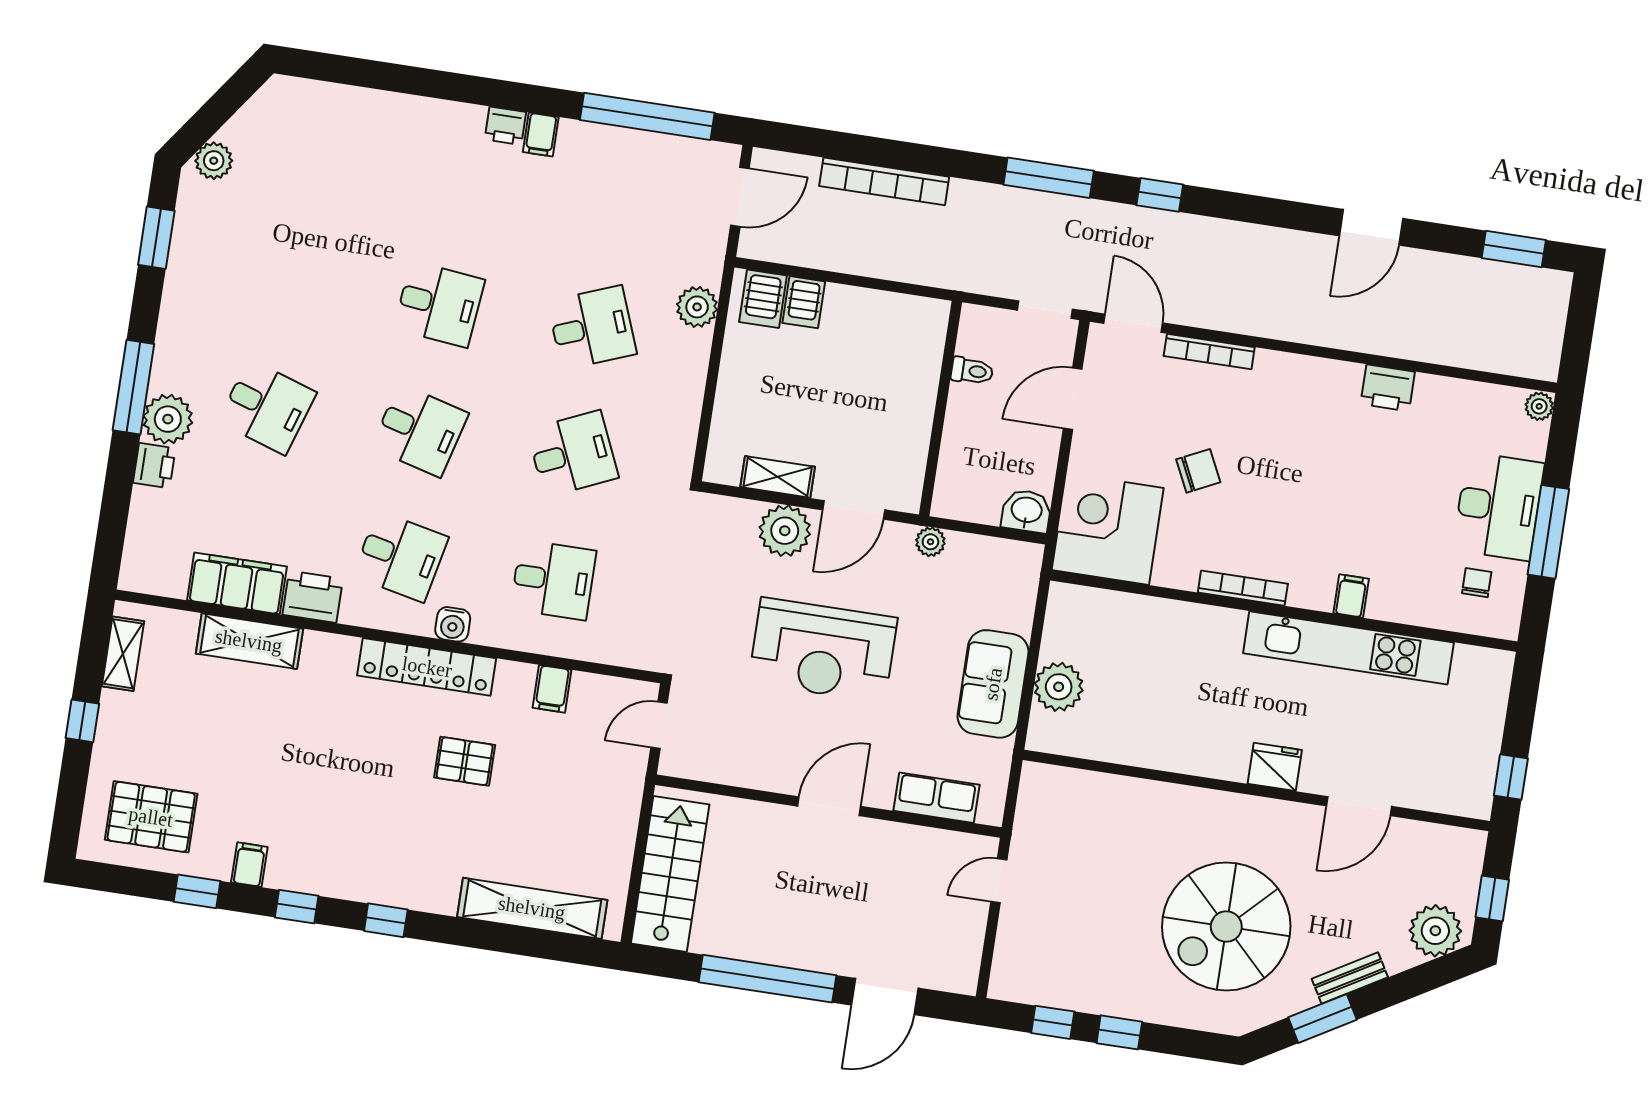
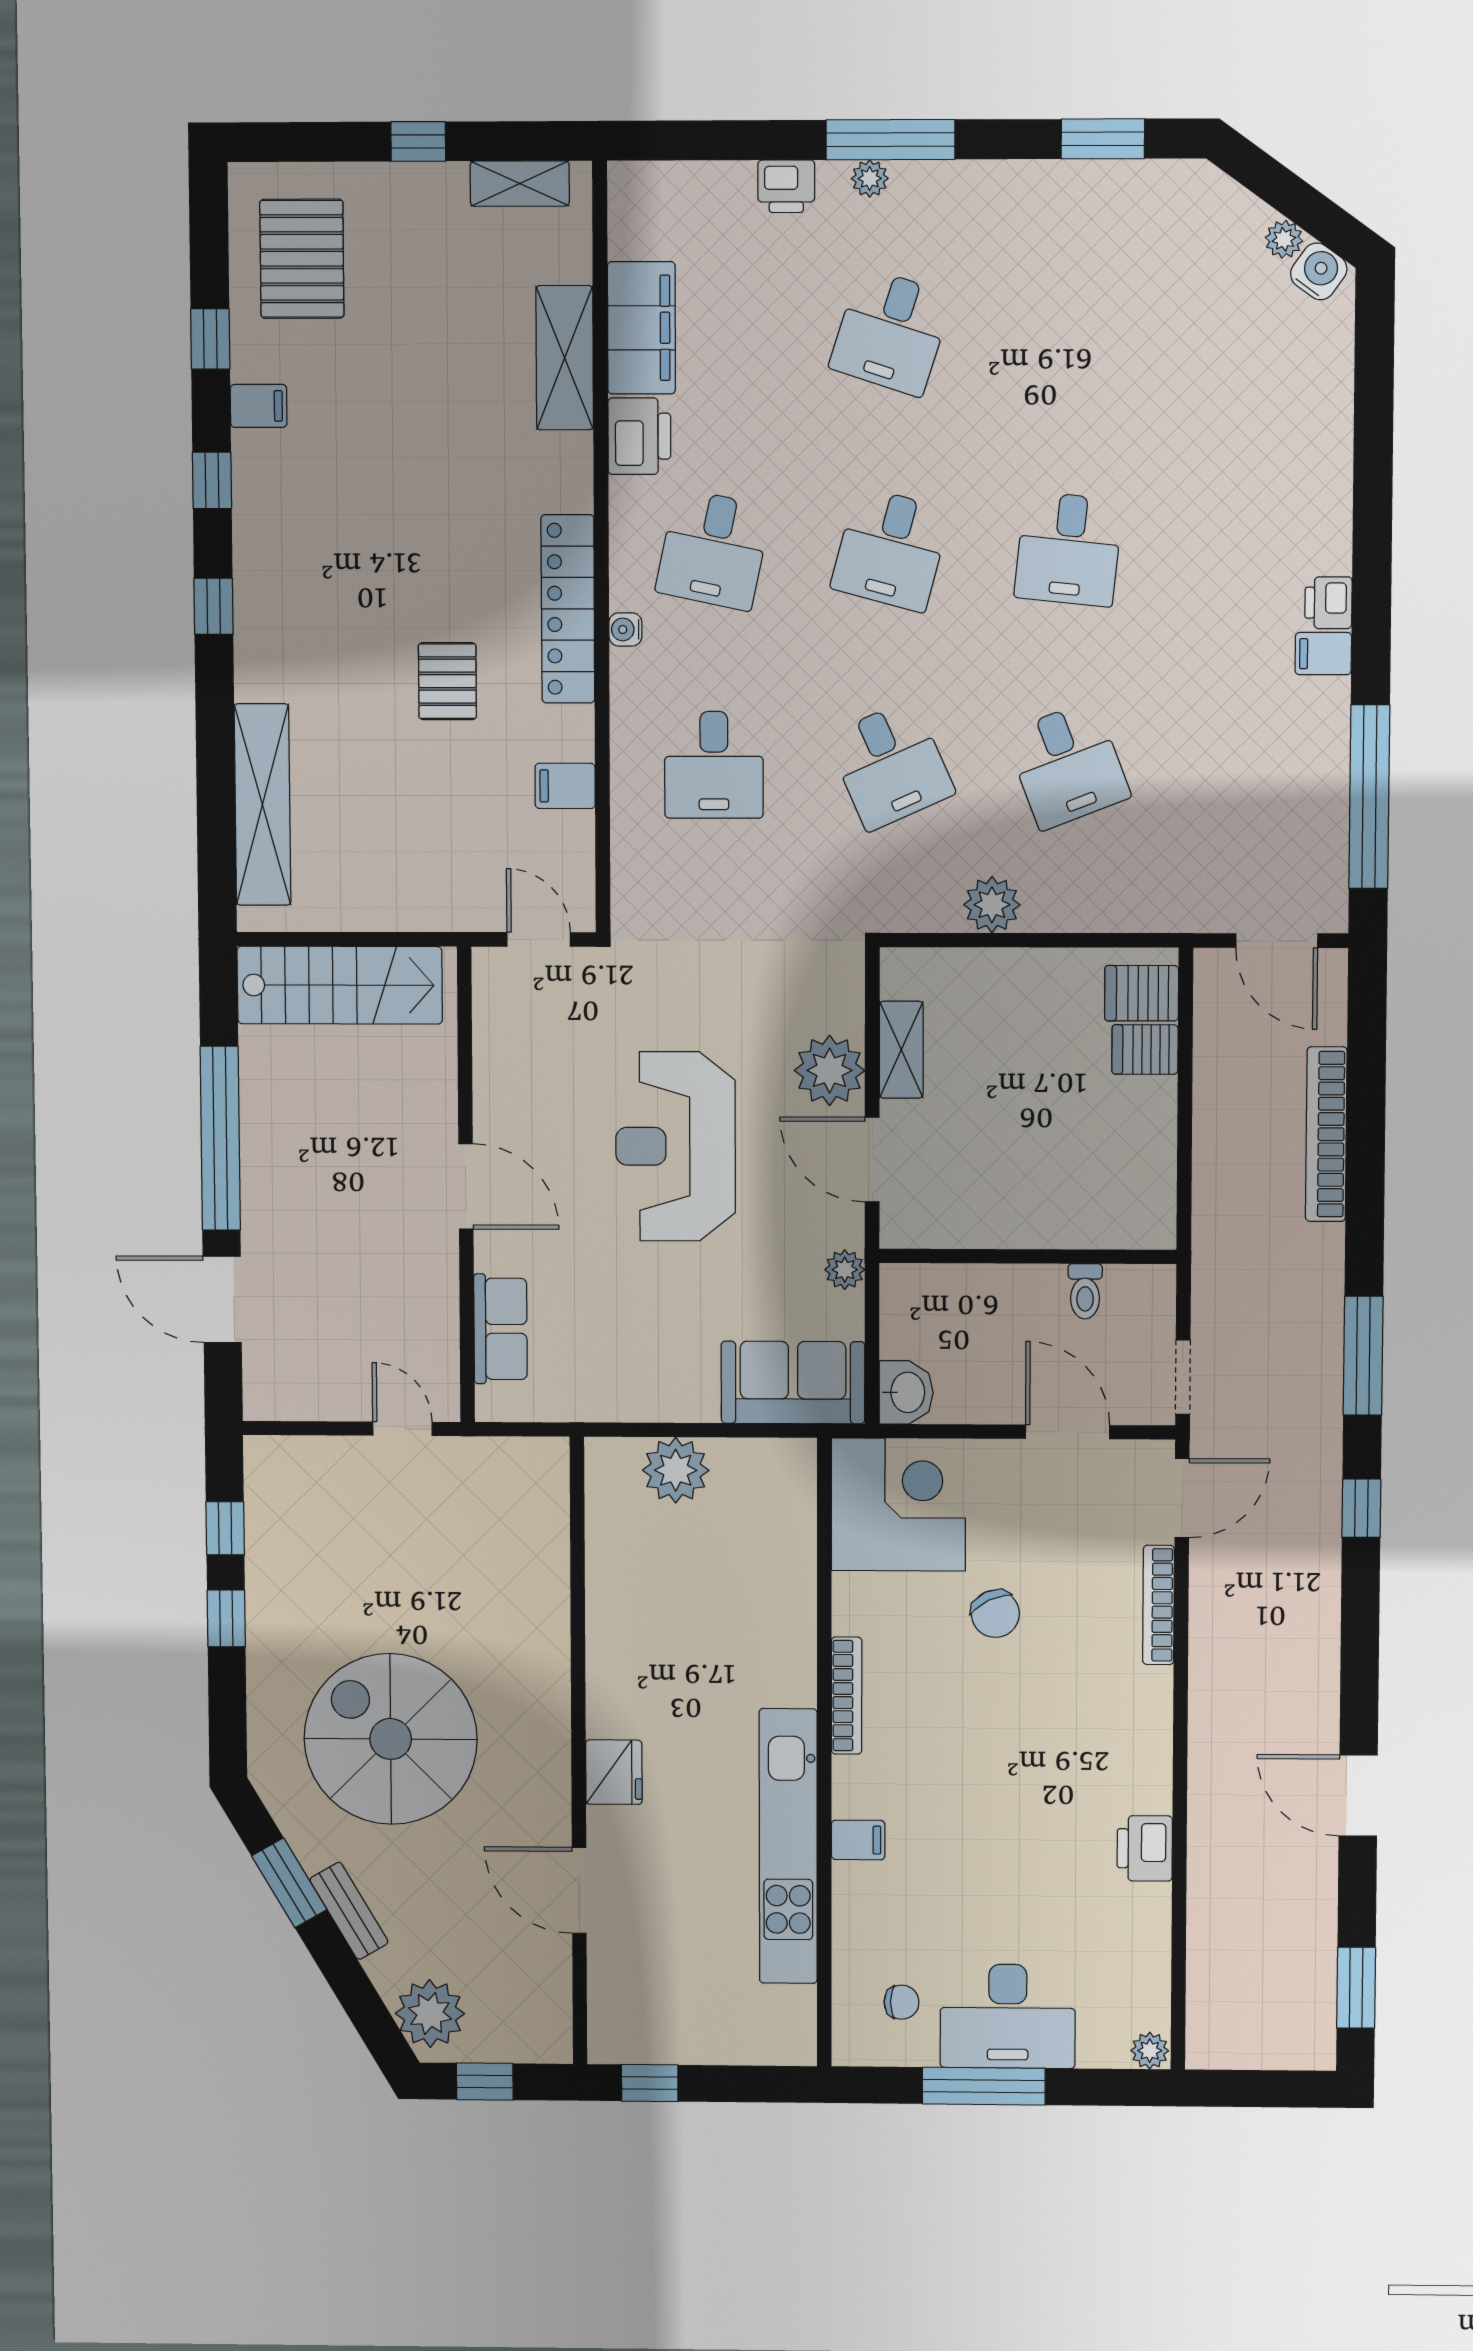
water cooler: (272, 100) -> (1319, 271), added
plant: (214, 161) -> (1284, 239), moved, width x0.73, depth x0.73
plant: (697, 307) -> (992, 905), moved
plant: (168, 419) -> (870, 178), width x0.53, depth x0.53
water cooler: (453, 624) -> (625, 629), width x0.72, depth x0.72
sofa: (993, 684) -> (793, 1382), moved

